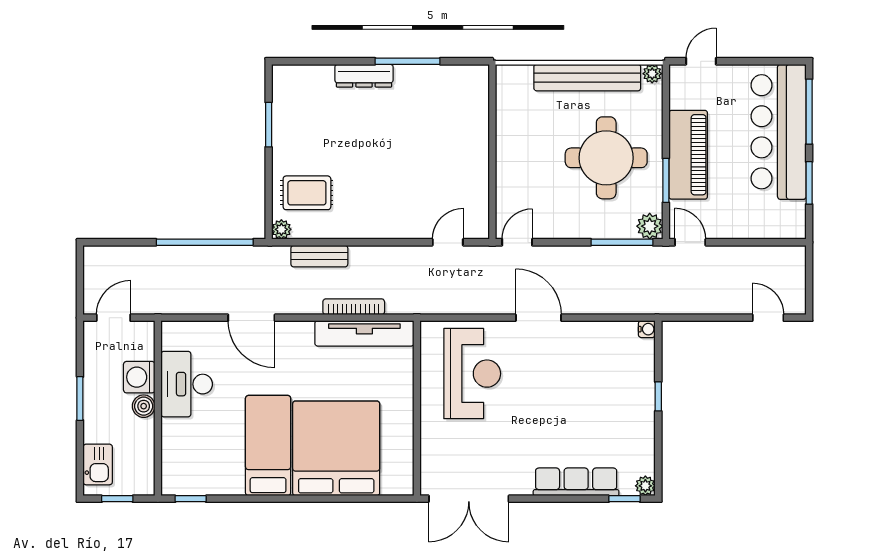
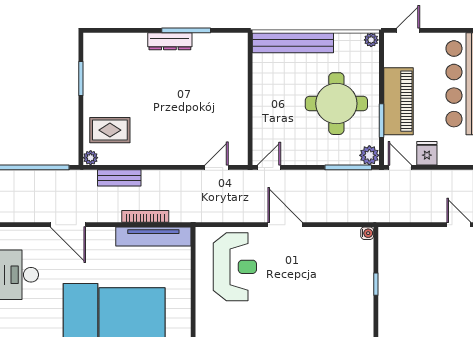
dresser: (364, 76) -> (170, 41), moved
bench: (587, 78) -> (293, 43), moved
fridge: (726, 224) -> (427, 153), added

